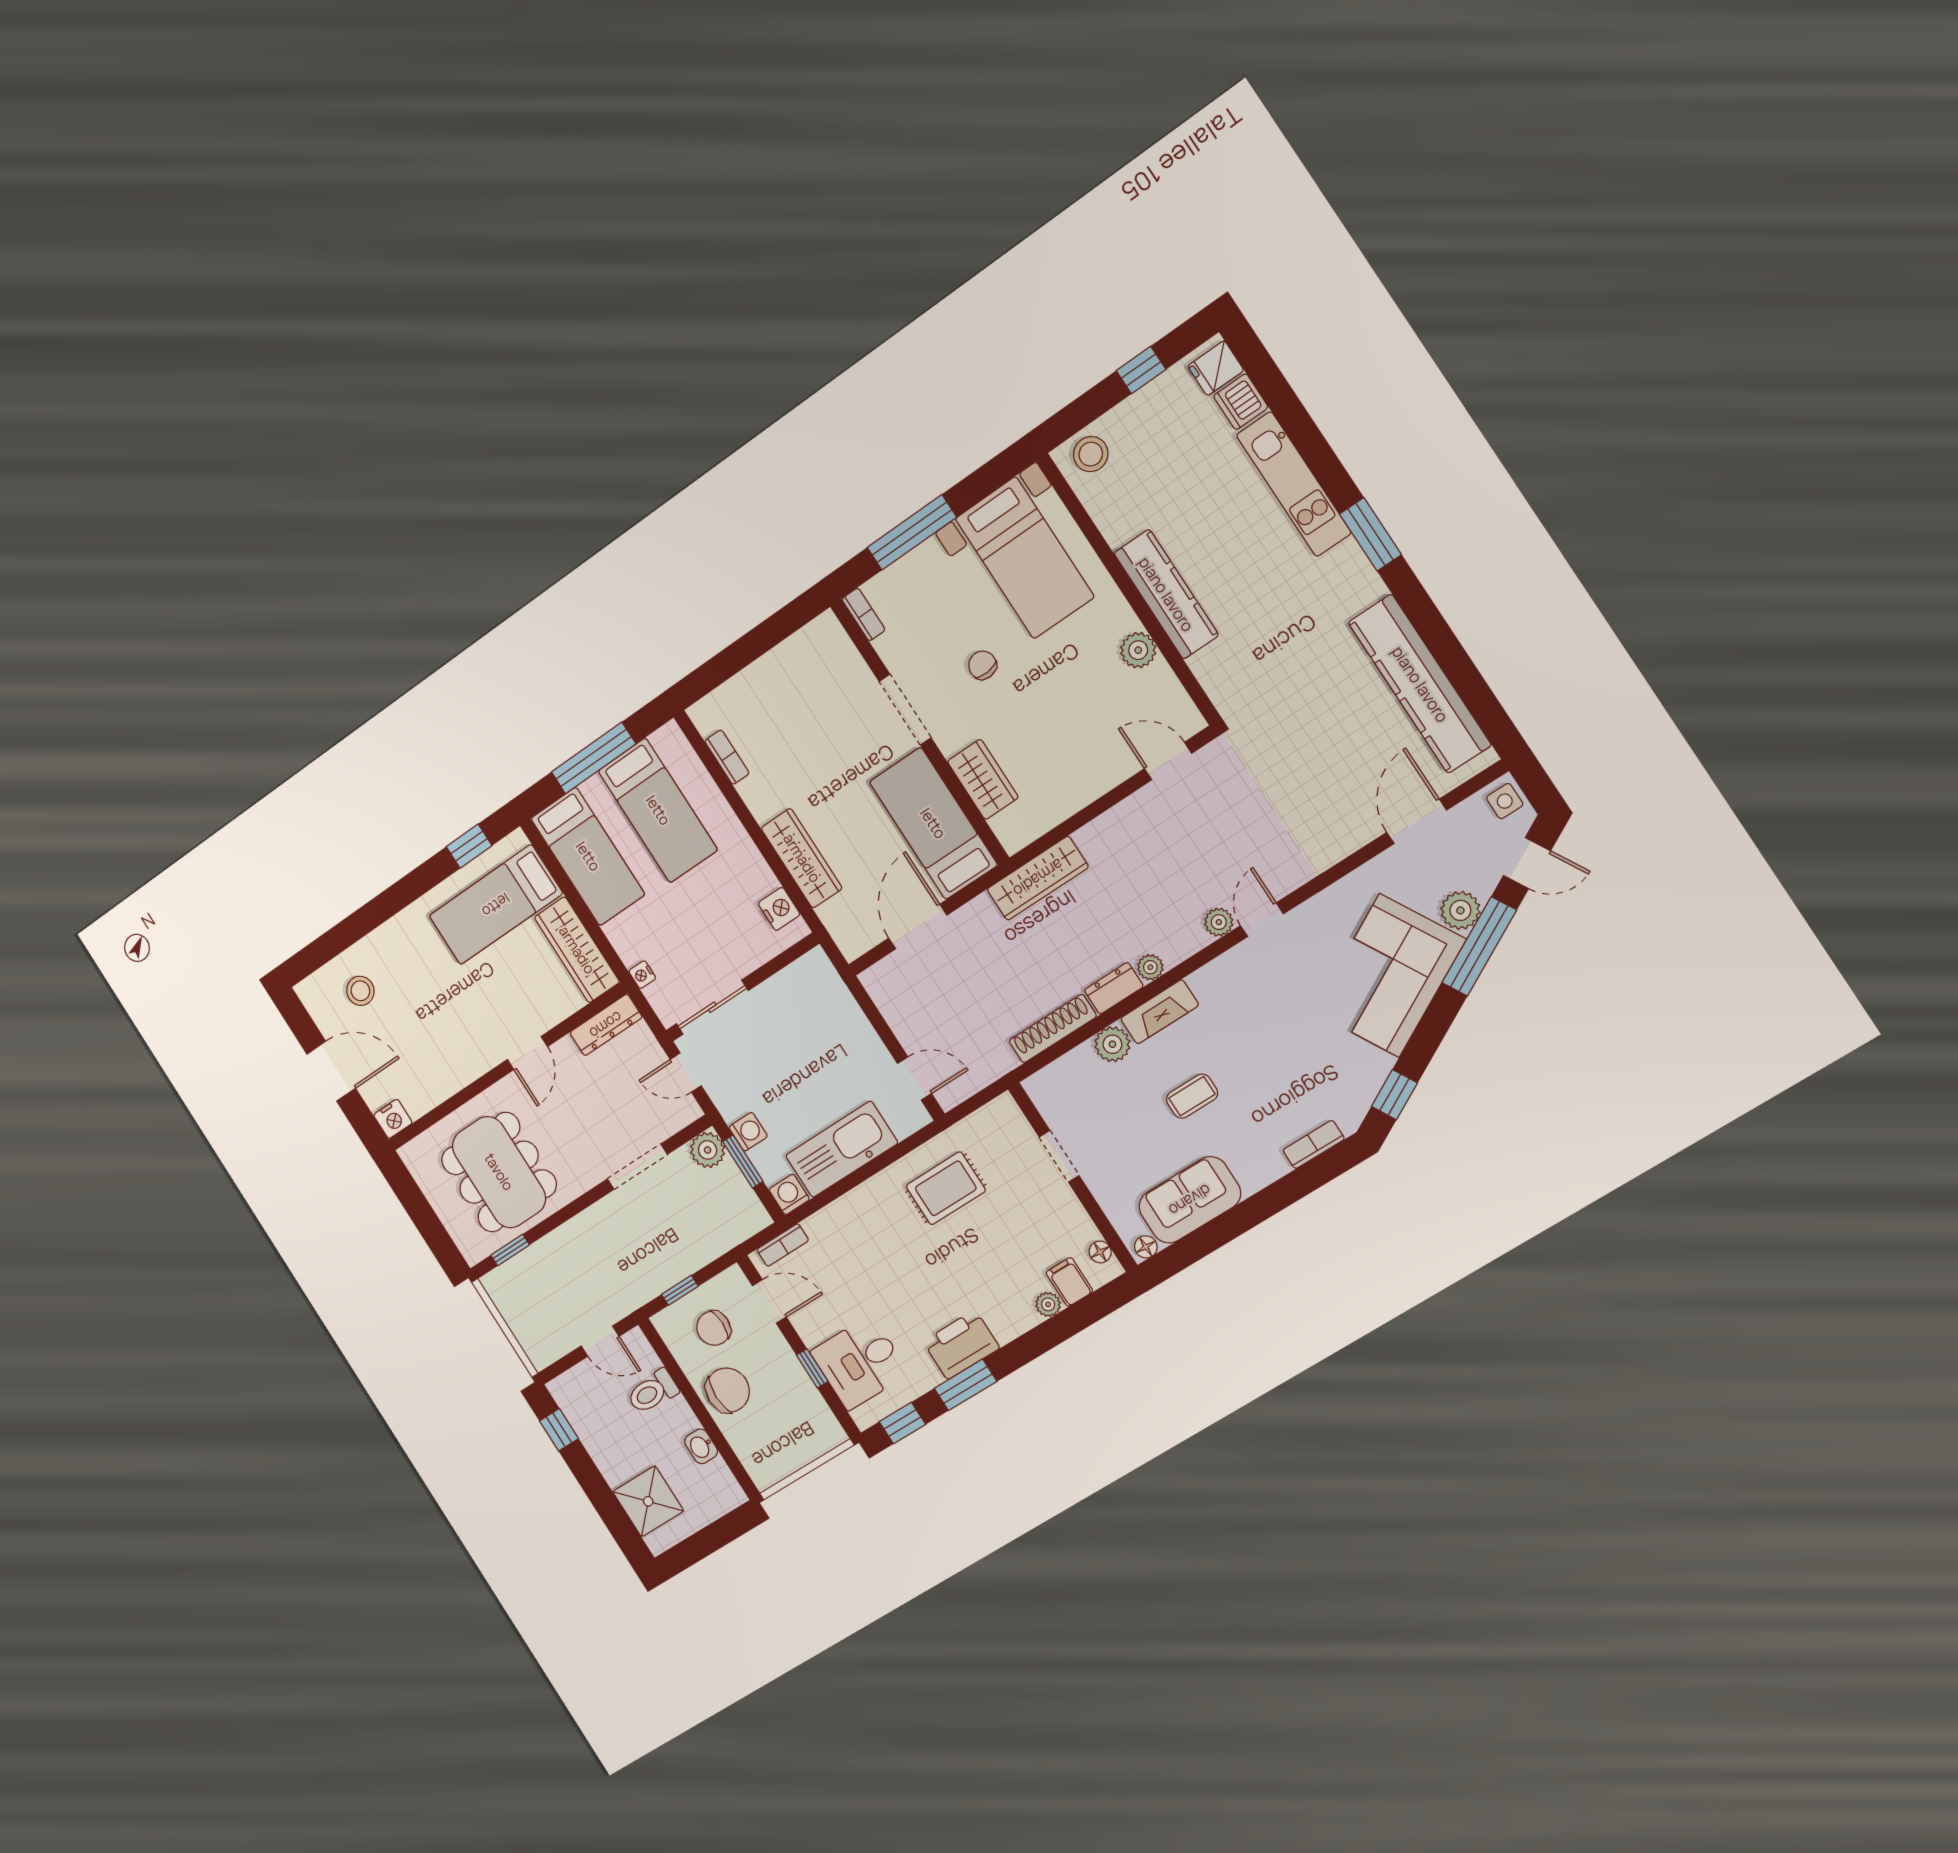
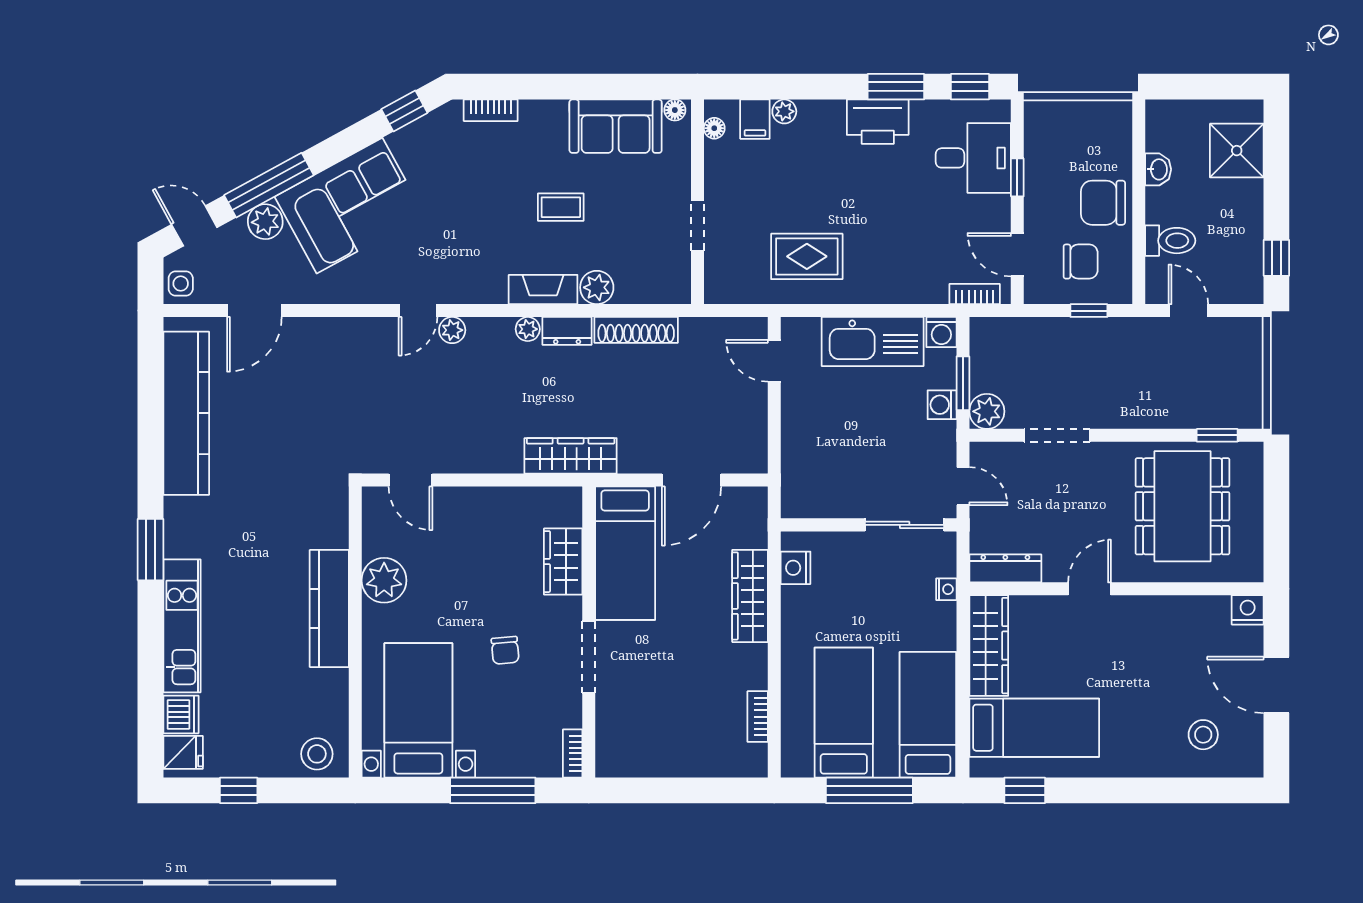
plant: (1138, 650) -> (384, 580), width x1.36, depth x1.36

